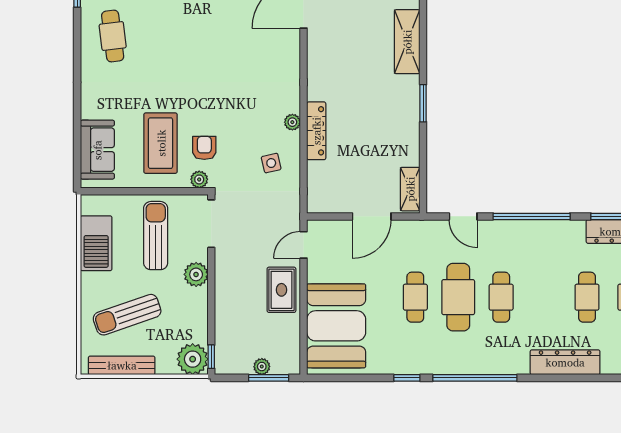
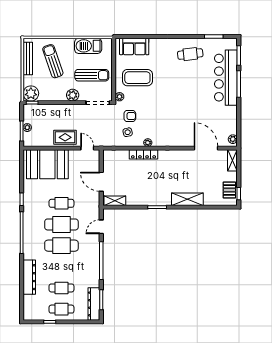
armchair: (204, 148) -> (130, 116), moved
cafe table: (501, 297) -> (61, 246), width x1.37, depth x1.35

